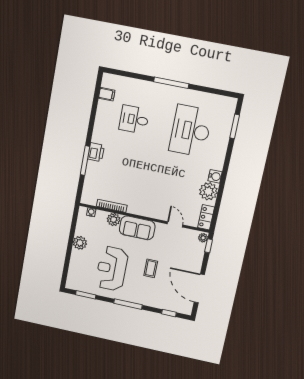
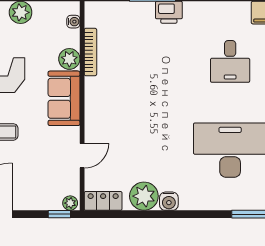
desk: (134, 120) -> (230, 61), turned 180

